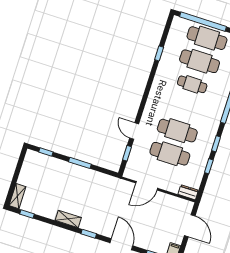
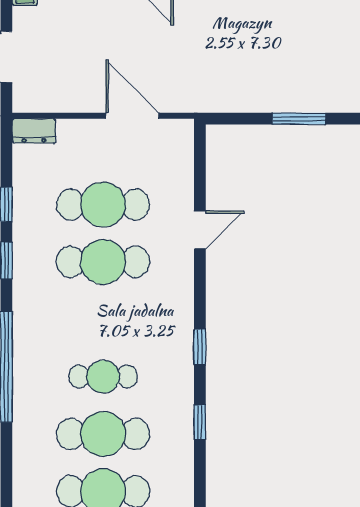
door: (134, 131) -> (200, 230), hinge flipped
window: (127, 153) -> (200, 347), moved
door: (147, 186) -> (132, 116), hinge flipped

